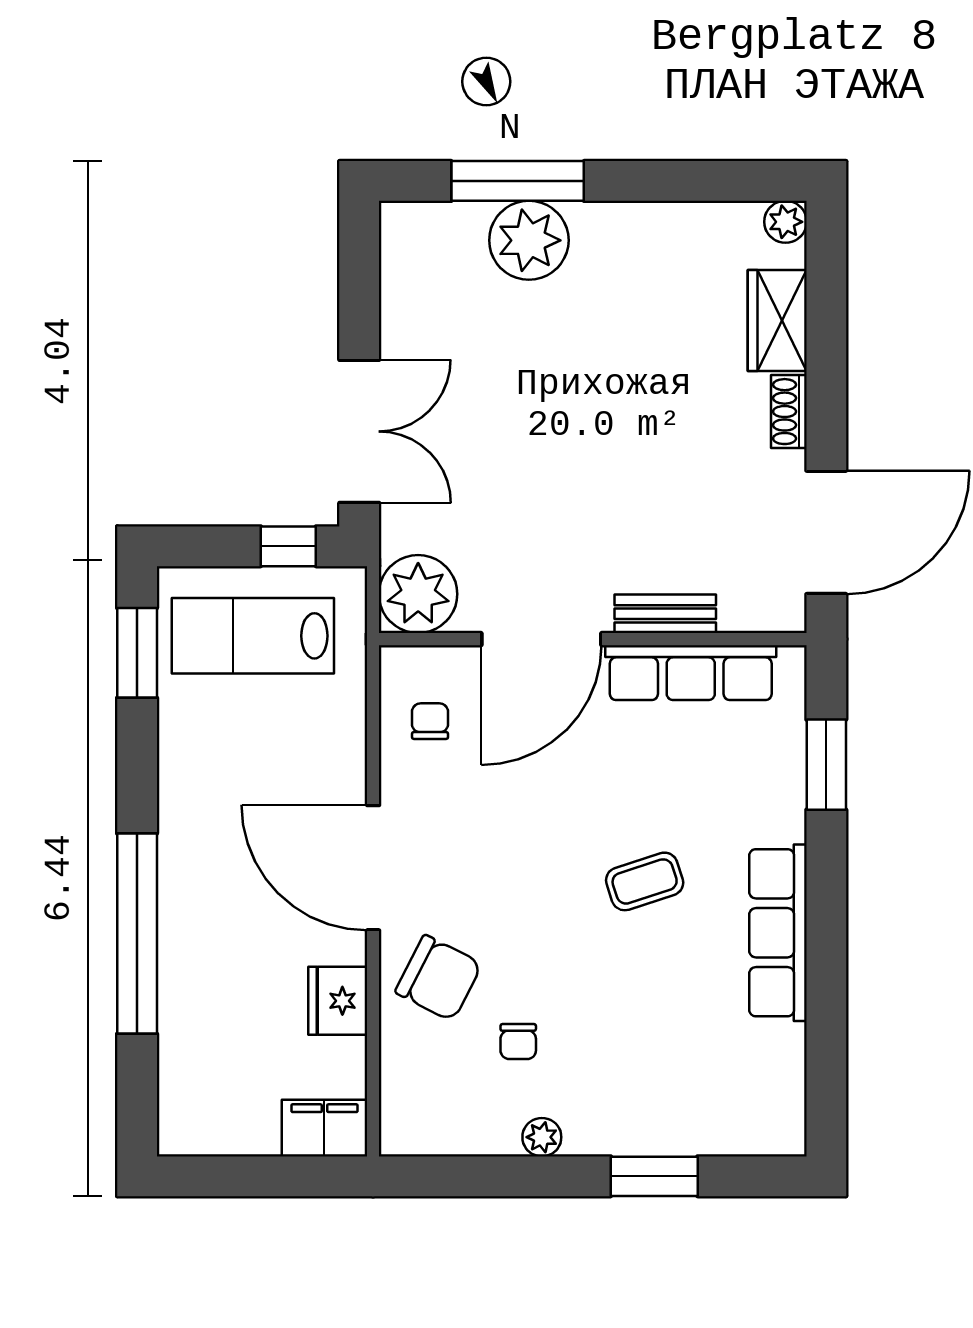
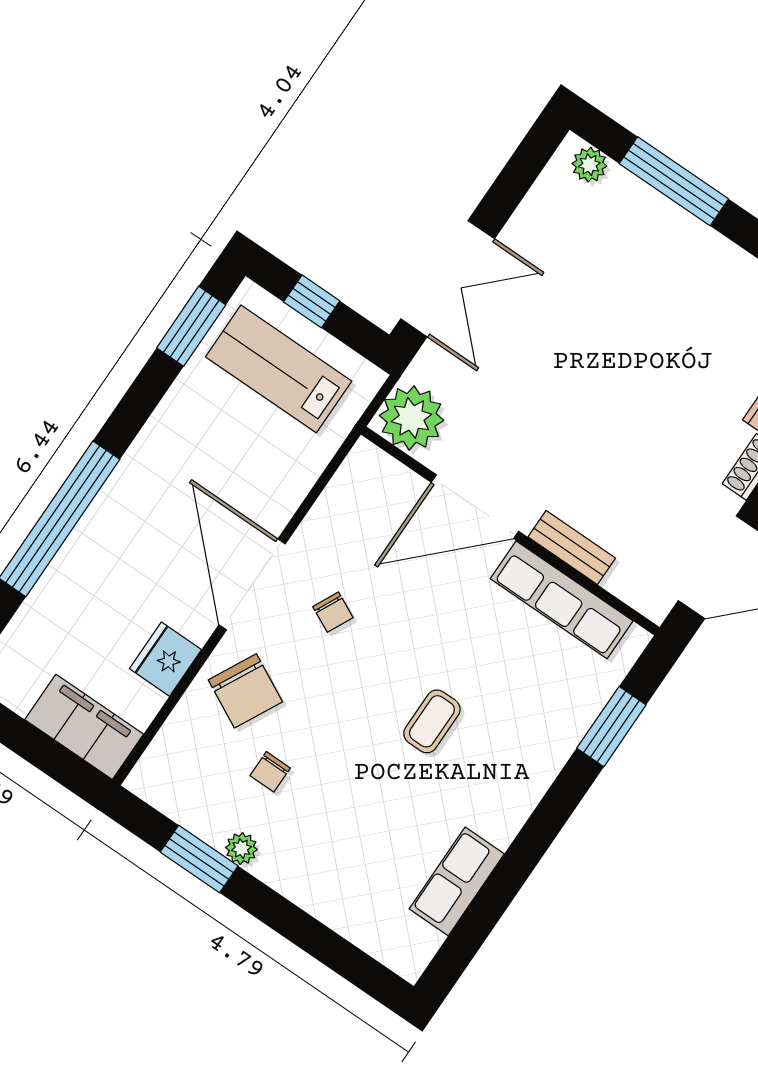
plant: (529, 240) -> (589, 165), moved, width x0.53, depth x0.53
window: (288, 546) -> (312, 301), moved
chair: (430, 721) -> (333, 612), moved, turned 116
coffee table: (645, 881) -> (432, 721), turned -72
row of seats: (778, 933) -> (457, 881), moved, width x0.68
filing cabinet: (324, 1128) -> (84, 727), width x1.50, depth x1.17
window: (654, 1176) -> (199, 859), moved

